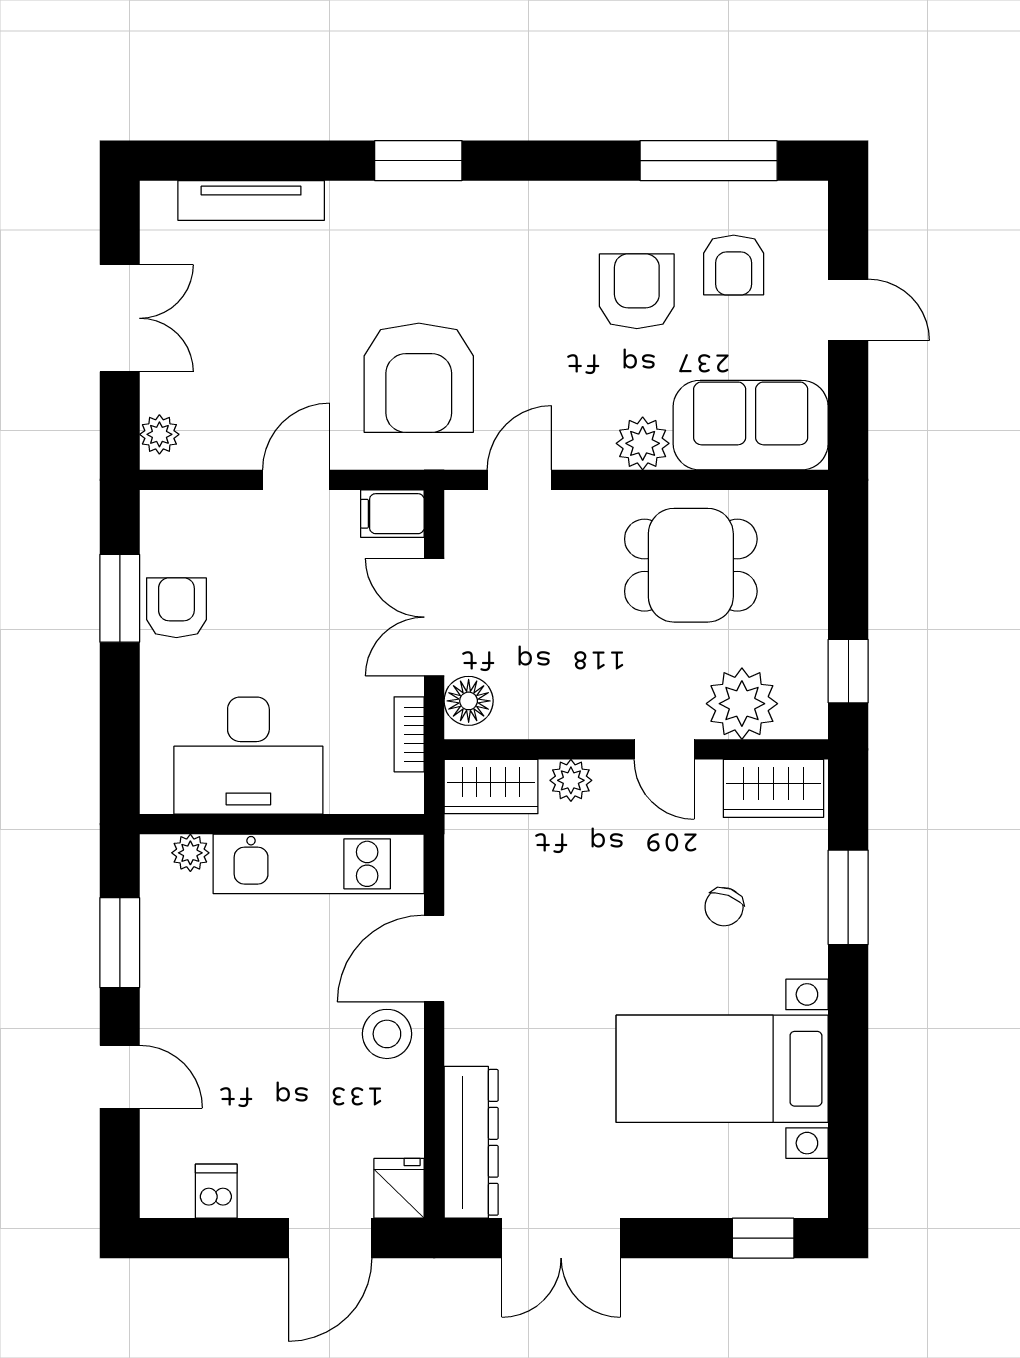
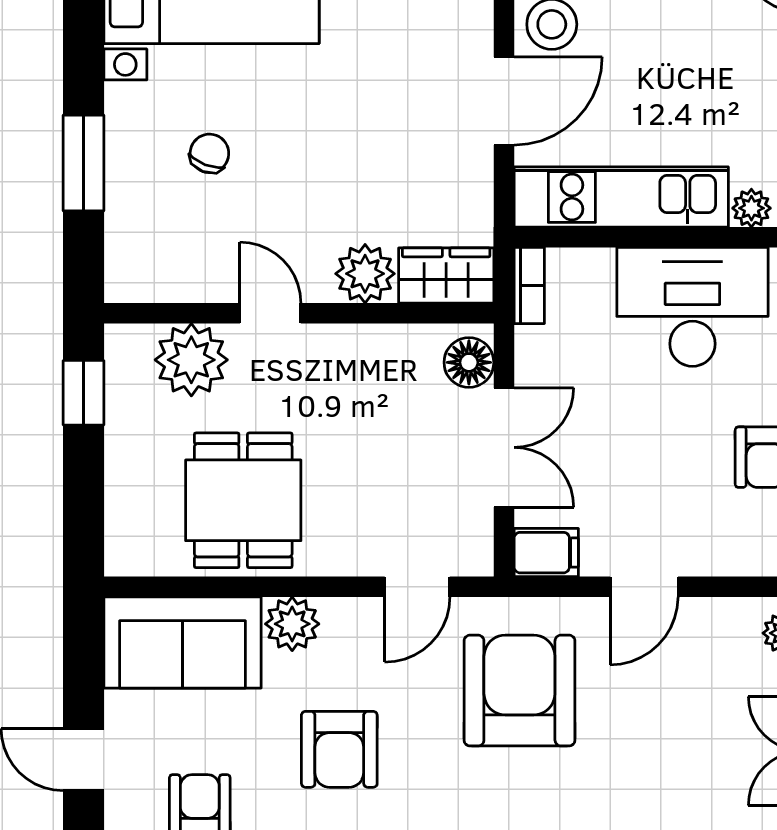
armchair: (637, 291) -> (339, 749), moved
dining table: (691, 565) -> (243, 500), turned 90
bookcase: (409, 734) -> (529, 286), moved
plant: (571, 780) -> (365, 274), width x1.38, depth x1.38
wardrobe: (773, 788) -> (159, 274), removed

